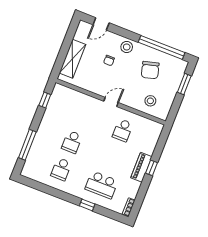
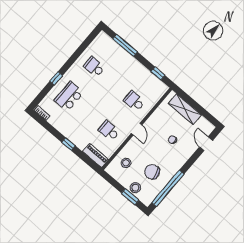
stool: (127, 47) -> (135, 188), moved
school desk: (72, 142) -> (134, 101), moved
piano: (141, 167) -> (96, 156), moved

